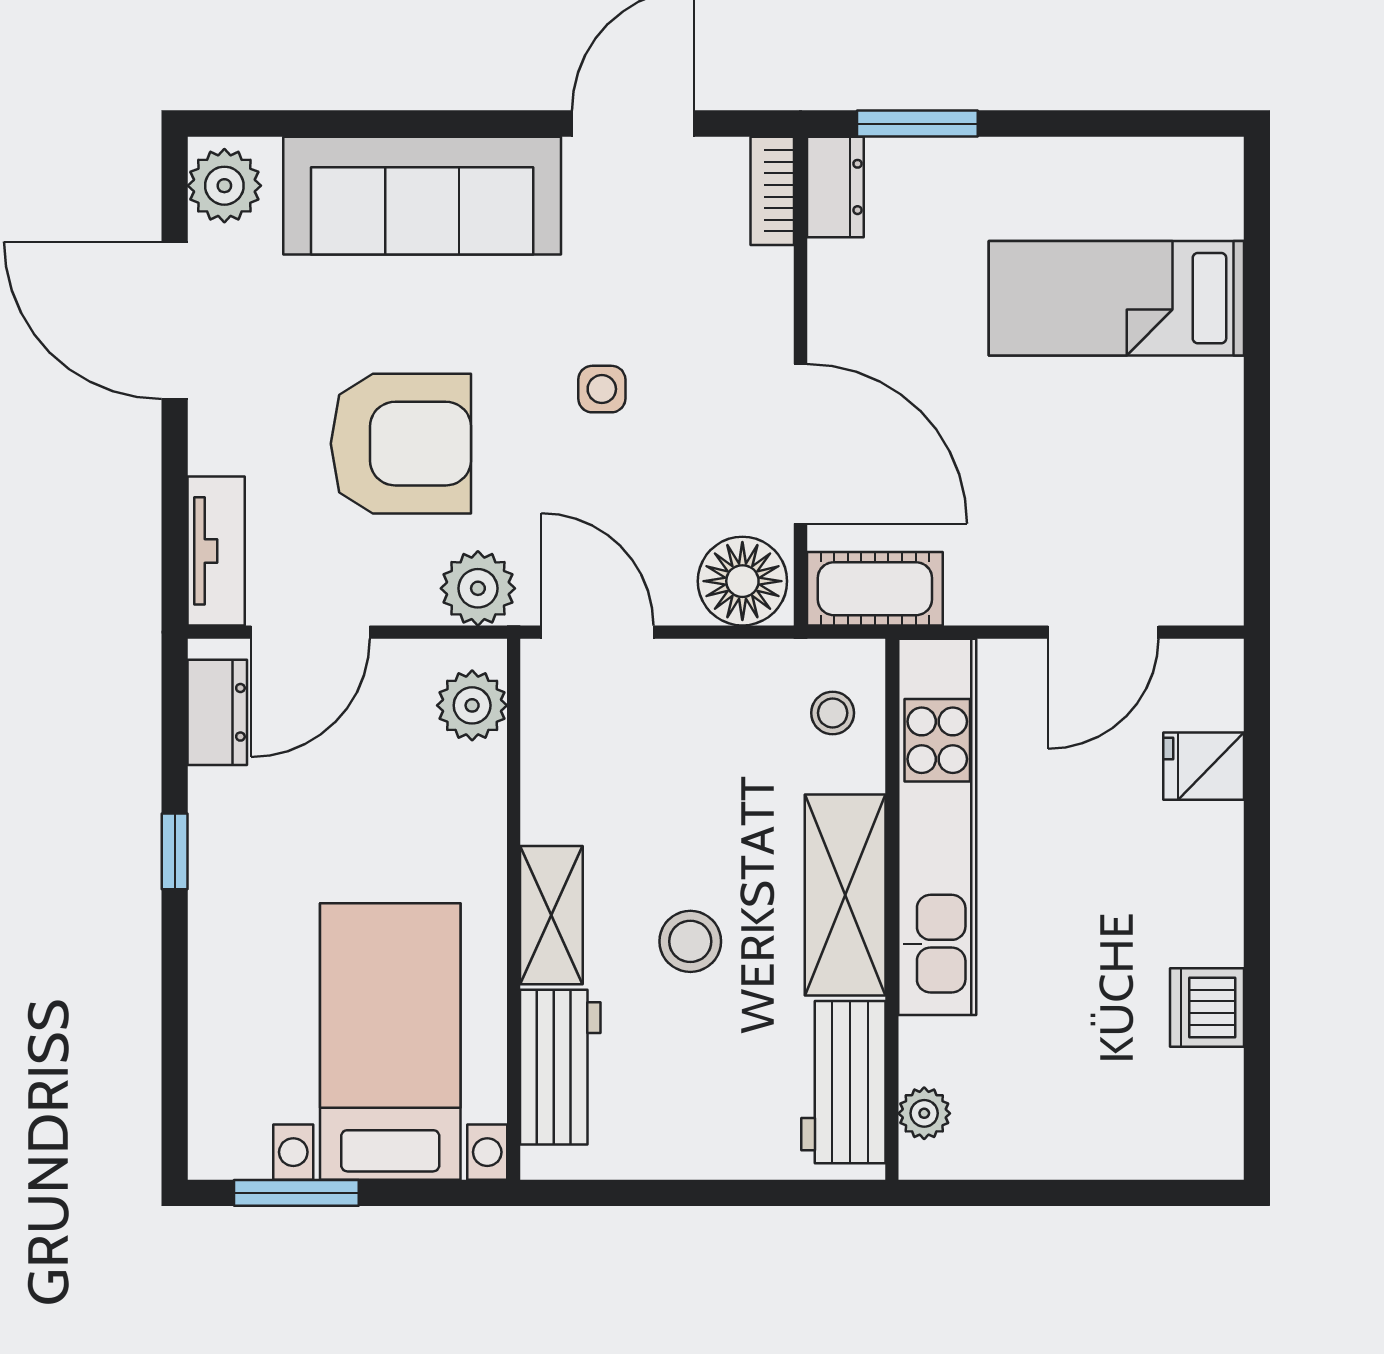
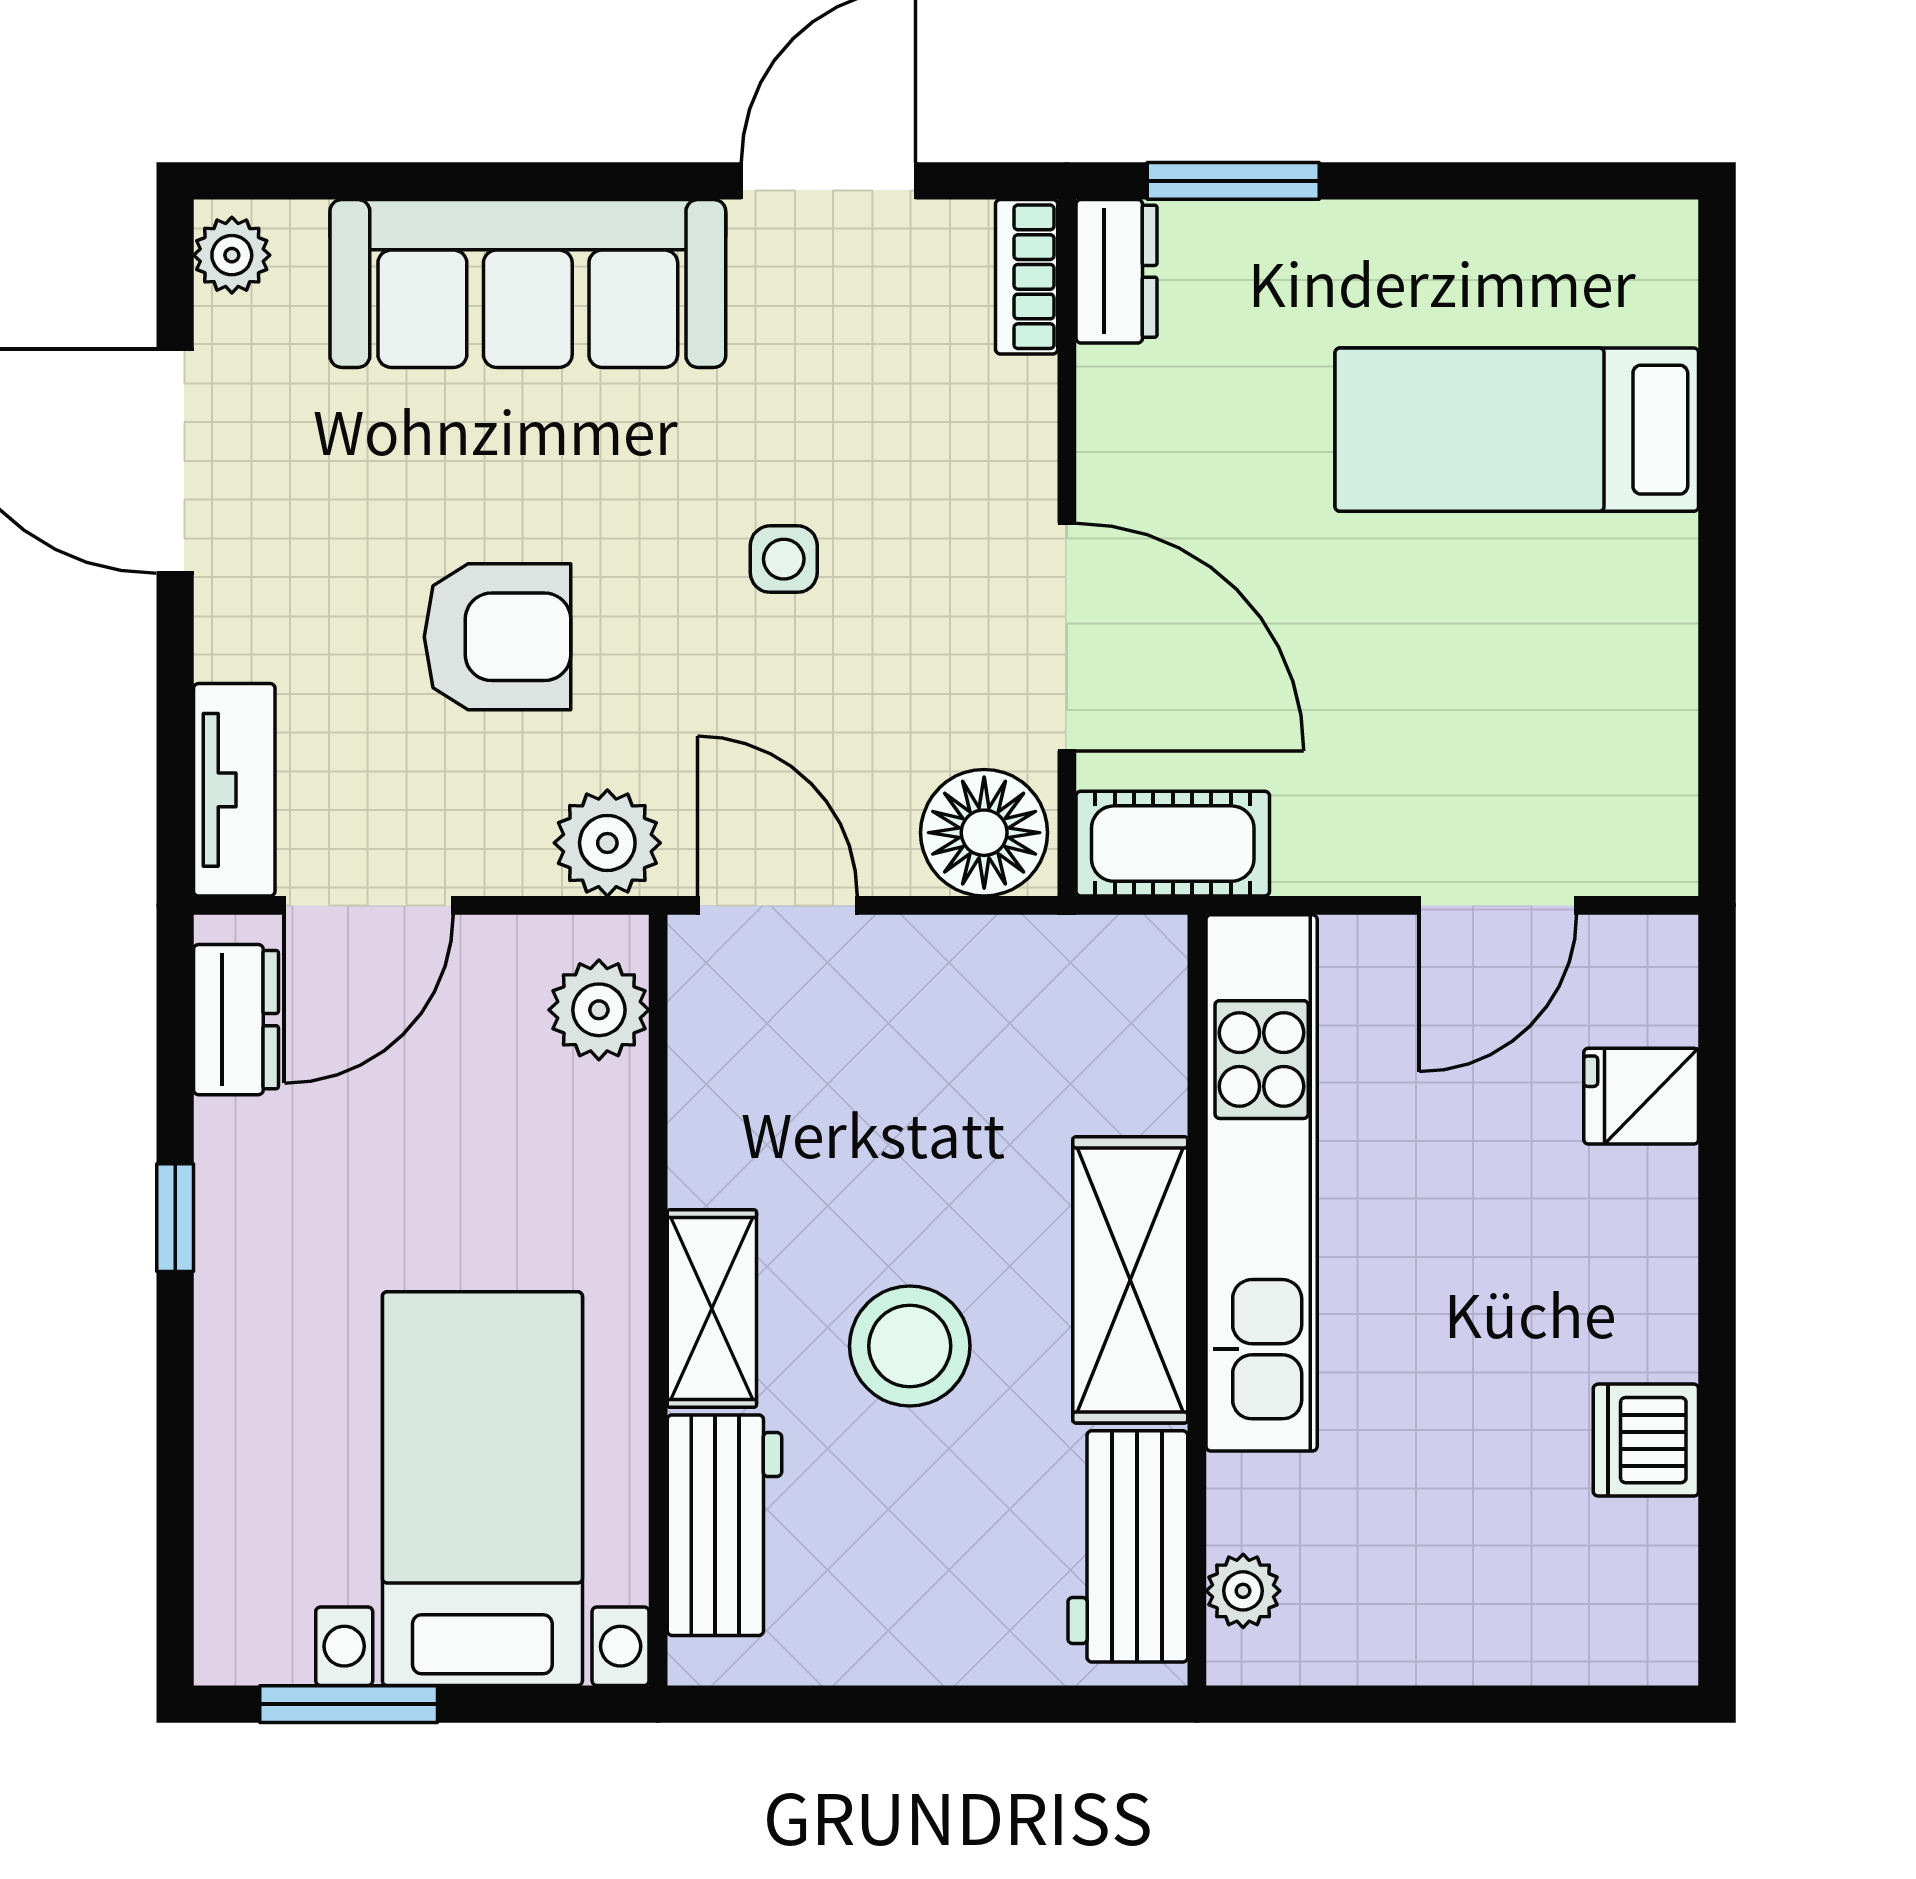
plant: (224, 186) -> (232, 255), width x0.73, depth x0.73
armchair: (401, 444) -> (498, 637), width x0.73, depth x0.73
stool: (833, 713) -> (1113, 1021), removed
stool: (690, 941) -> (910, 1346), width x1.38, depth x1.38

